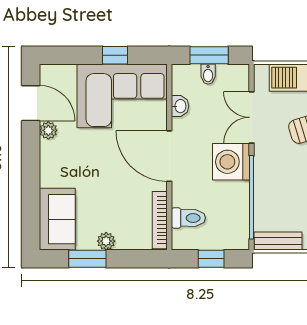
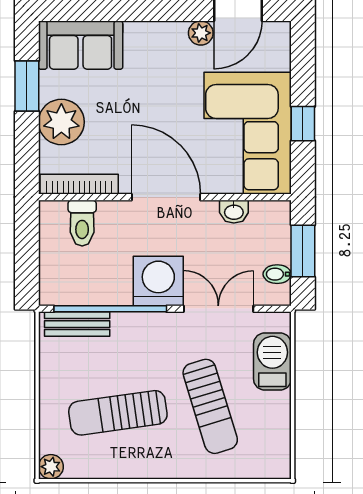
bidet: (208, 74) -> (277, 274), moved
door: (169, 156) -> (166, 197), hinge flipped
plant: (106, 241) -> (61, 122), width x1.87, depth x1.87
bench: (278, 241) -> (77, 324), moved, turned 90
window: (211, 259) -> (27, 254), removed

